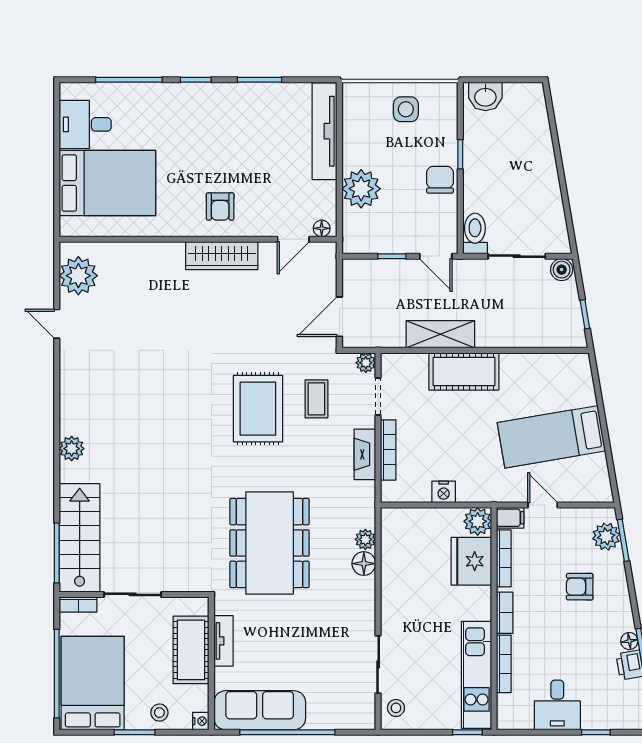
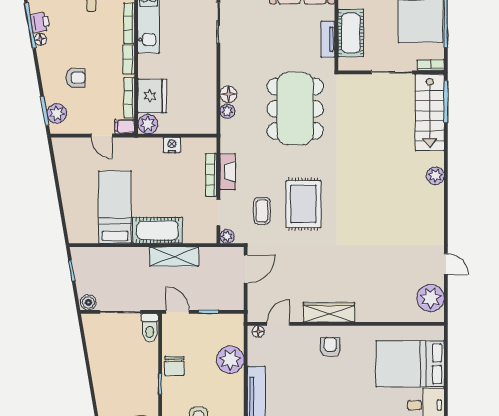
bed: (551, 437) -> (115, 207), moved, turned -80

